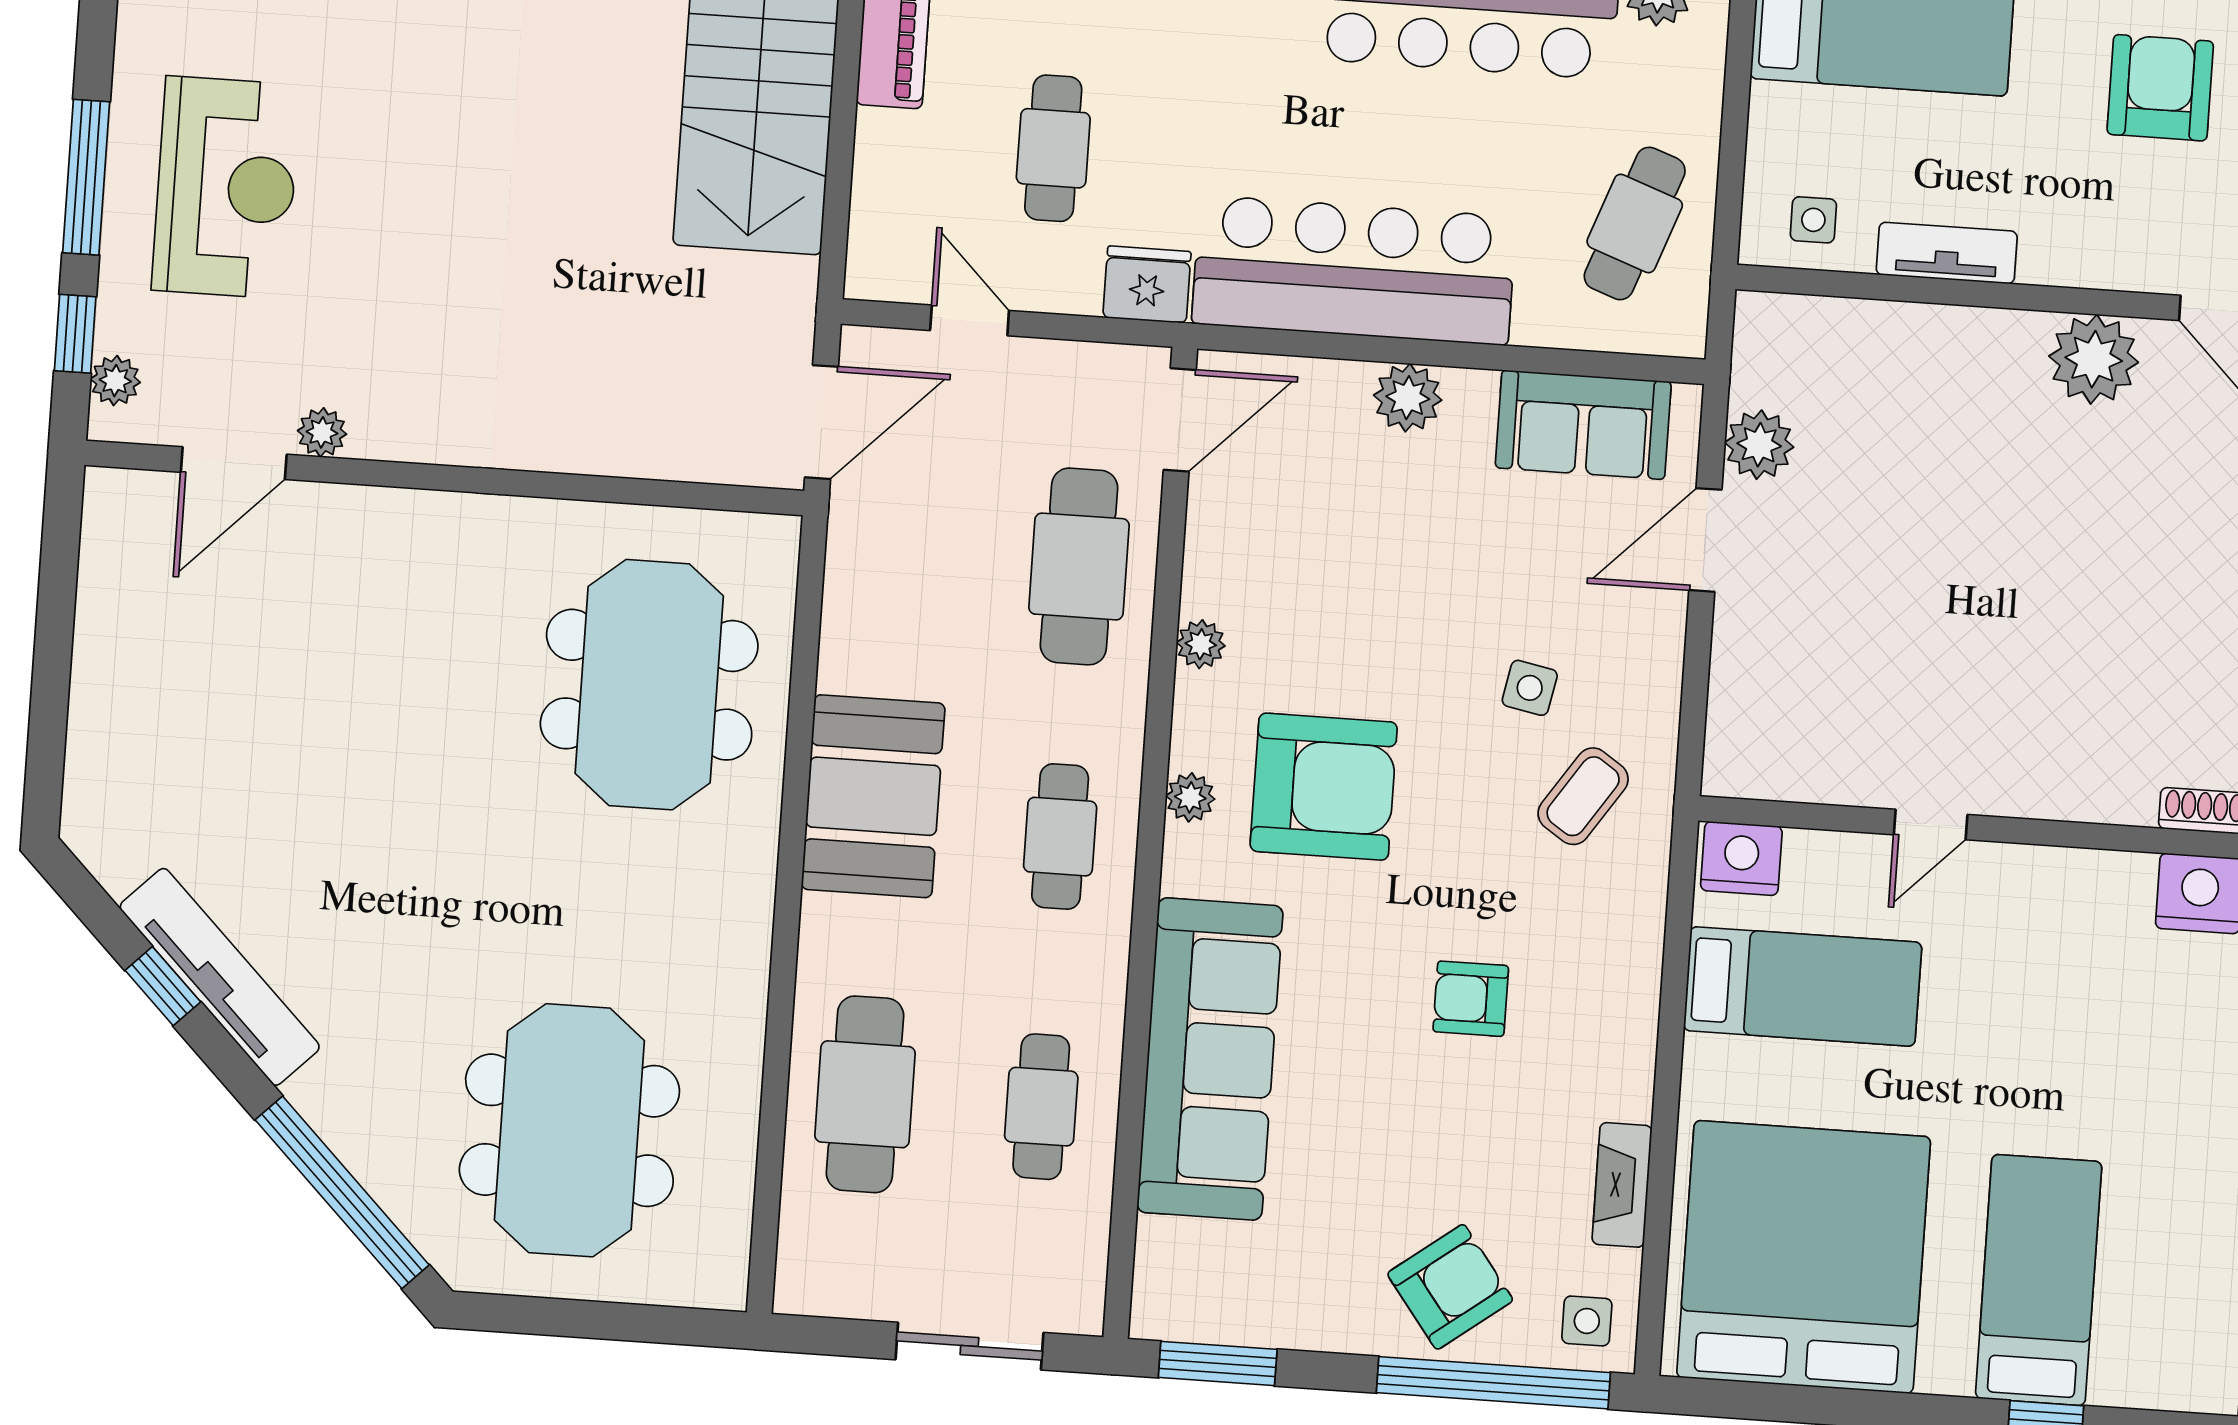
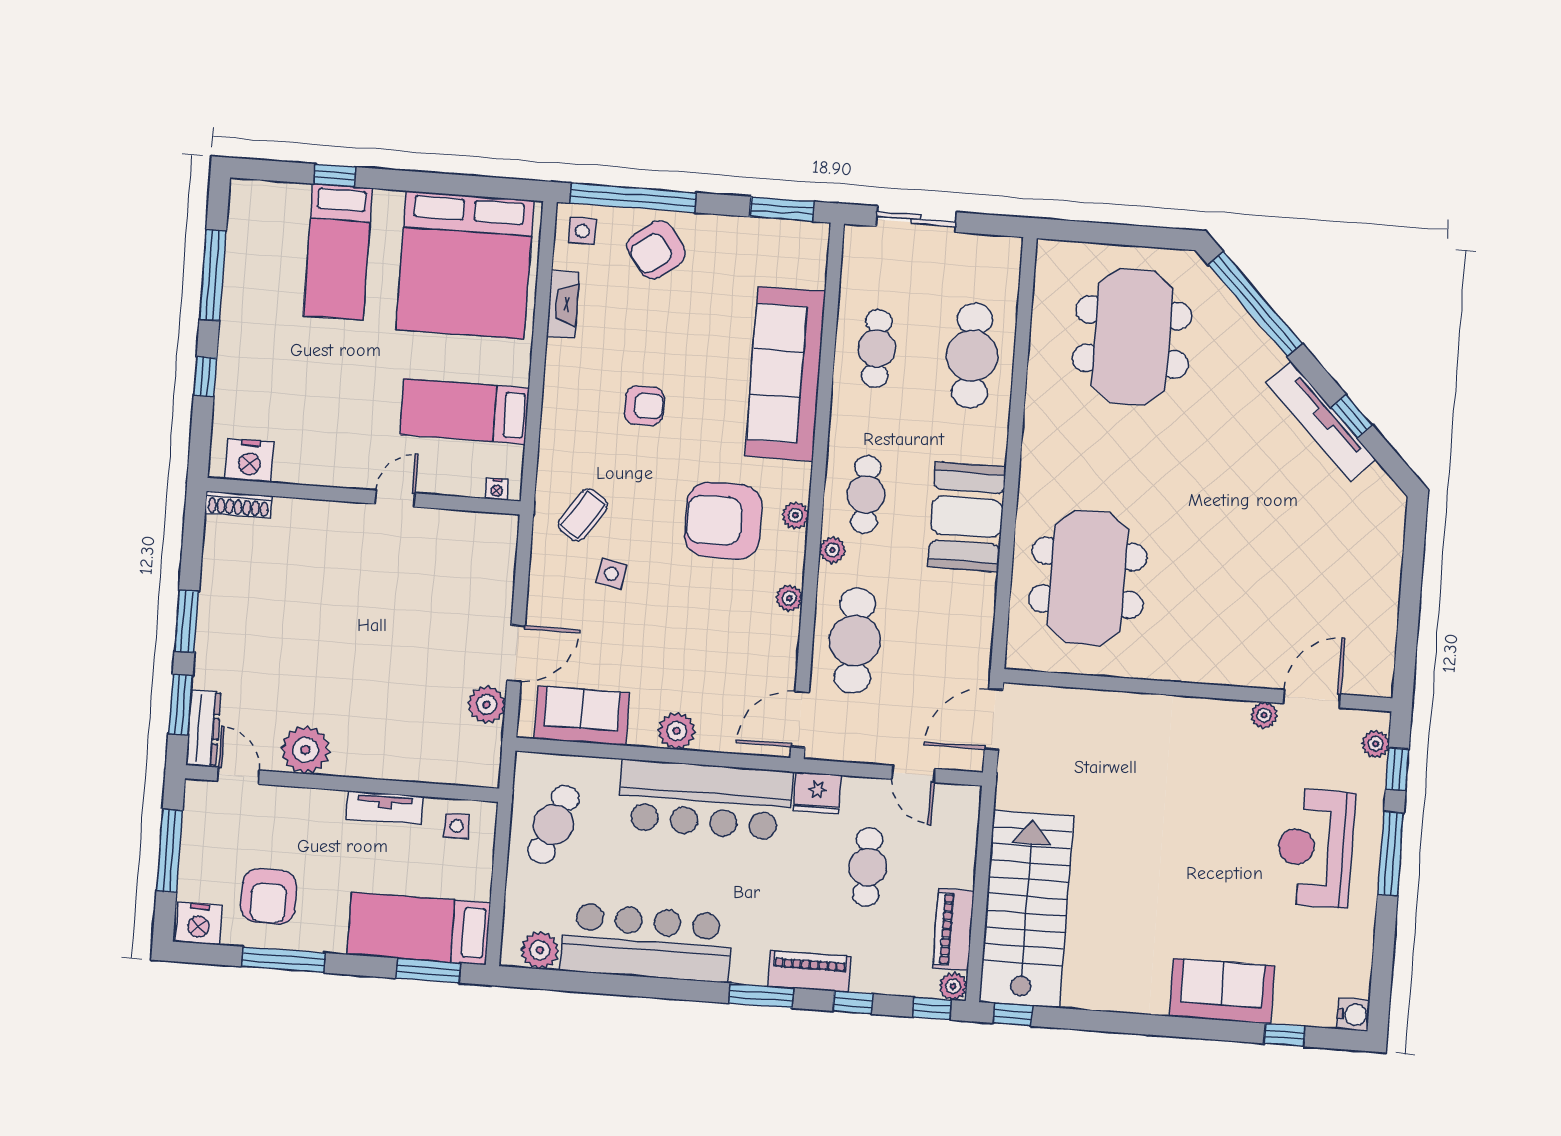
plant: (1122, 734) -> (832, 550), added
nightstand: (1741, 858) -> (497, 489), width x0.53, depth x0.56

